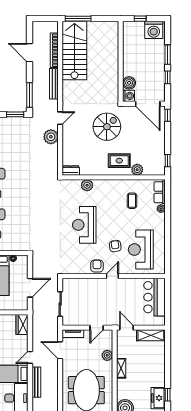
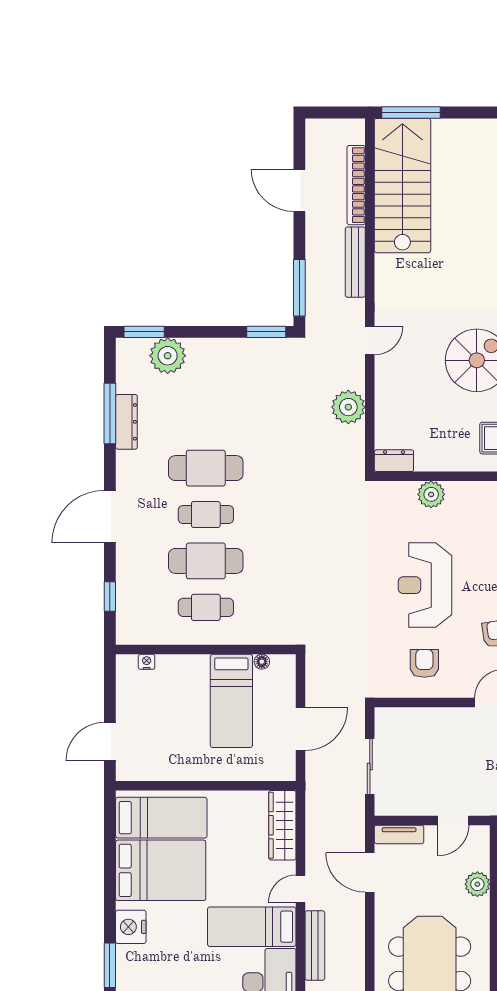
plant: (51, 137) -> (348, 407), moved
armchair: (97, 266) -> (424, 663), moved
wardrobe: (22, 325) -> (282, 825), width x1.50

